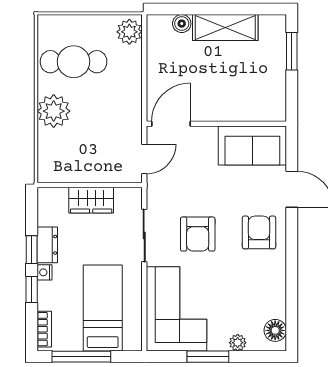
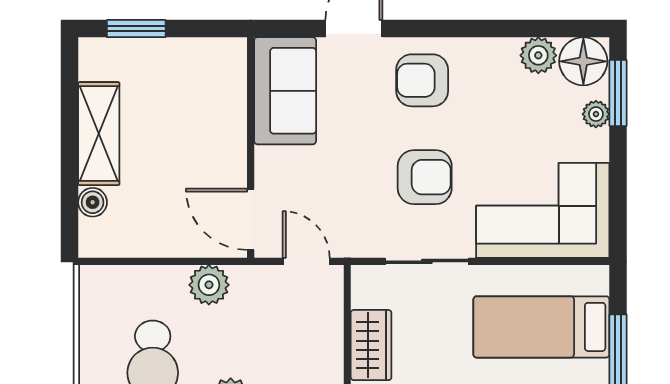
plant: (129, 32) -> (209, 285), moved
plant: (275, 306) -> (538, 55), added
floor lamp: (275, 330) -> (583, 61), width x1.38, depth x1.38
window: (208, 357) -> (618, 93), moved

